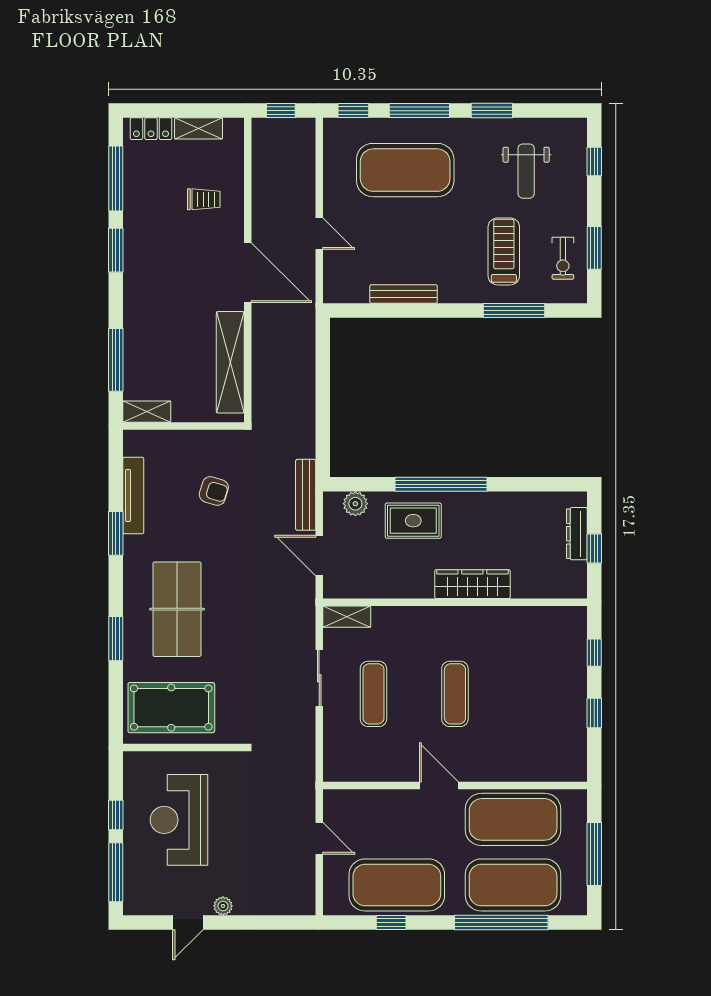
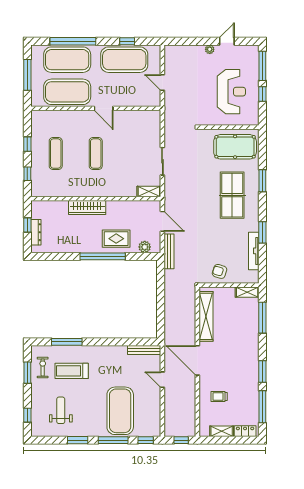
exercise mat: (405, 170) -> (120, 411), turned 90
treadmill: (504, 251) -> (72, 371), turned 90
bench: (404, 294) -> (144, 350), moved
armchair: (214, 491) -> (220, 271), moved
exercise mat: (373, 694) -> (56, 154), moved

